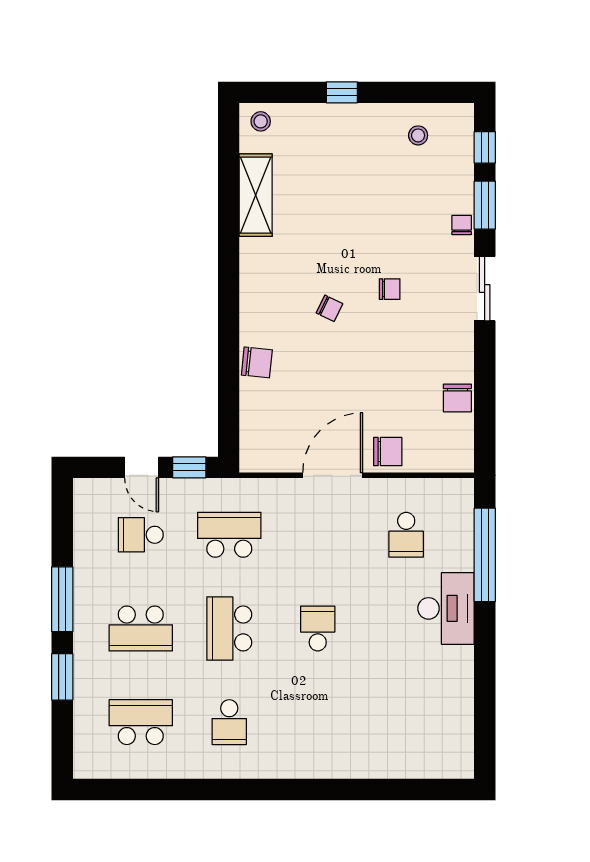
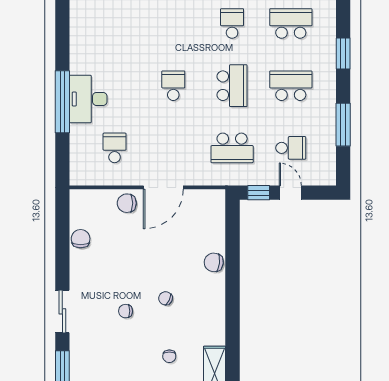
chair: (462, 225) -> (169, 356), moved
window: (485, 555) -> (62, 102), moved
window: (62, 599) -> (343, 125), moved
school desk: (318, 628) -> (173, 86), turned 180
school desk: (141, 722) -> (291, 23), turned 180

